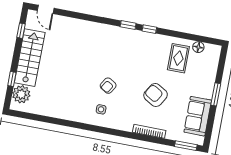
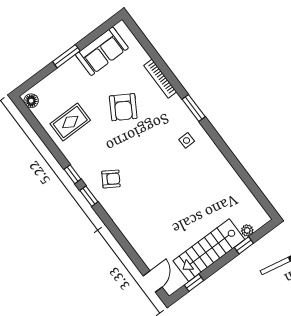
floor lamp: (198, 47) -> (31, 101), moved
armchair: (108, 86) -> (111, 179), moved
plant: (21, 94) -> (247, 230), width x0.53, depth x0.53
window: (186, 146) -> (194, 108), moved

